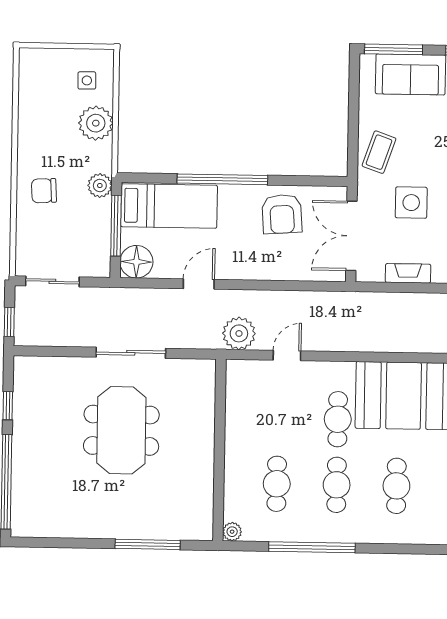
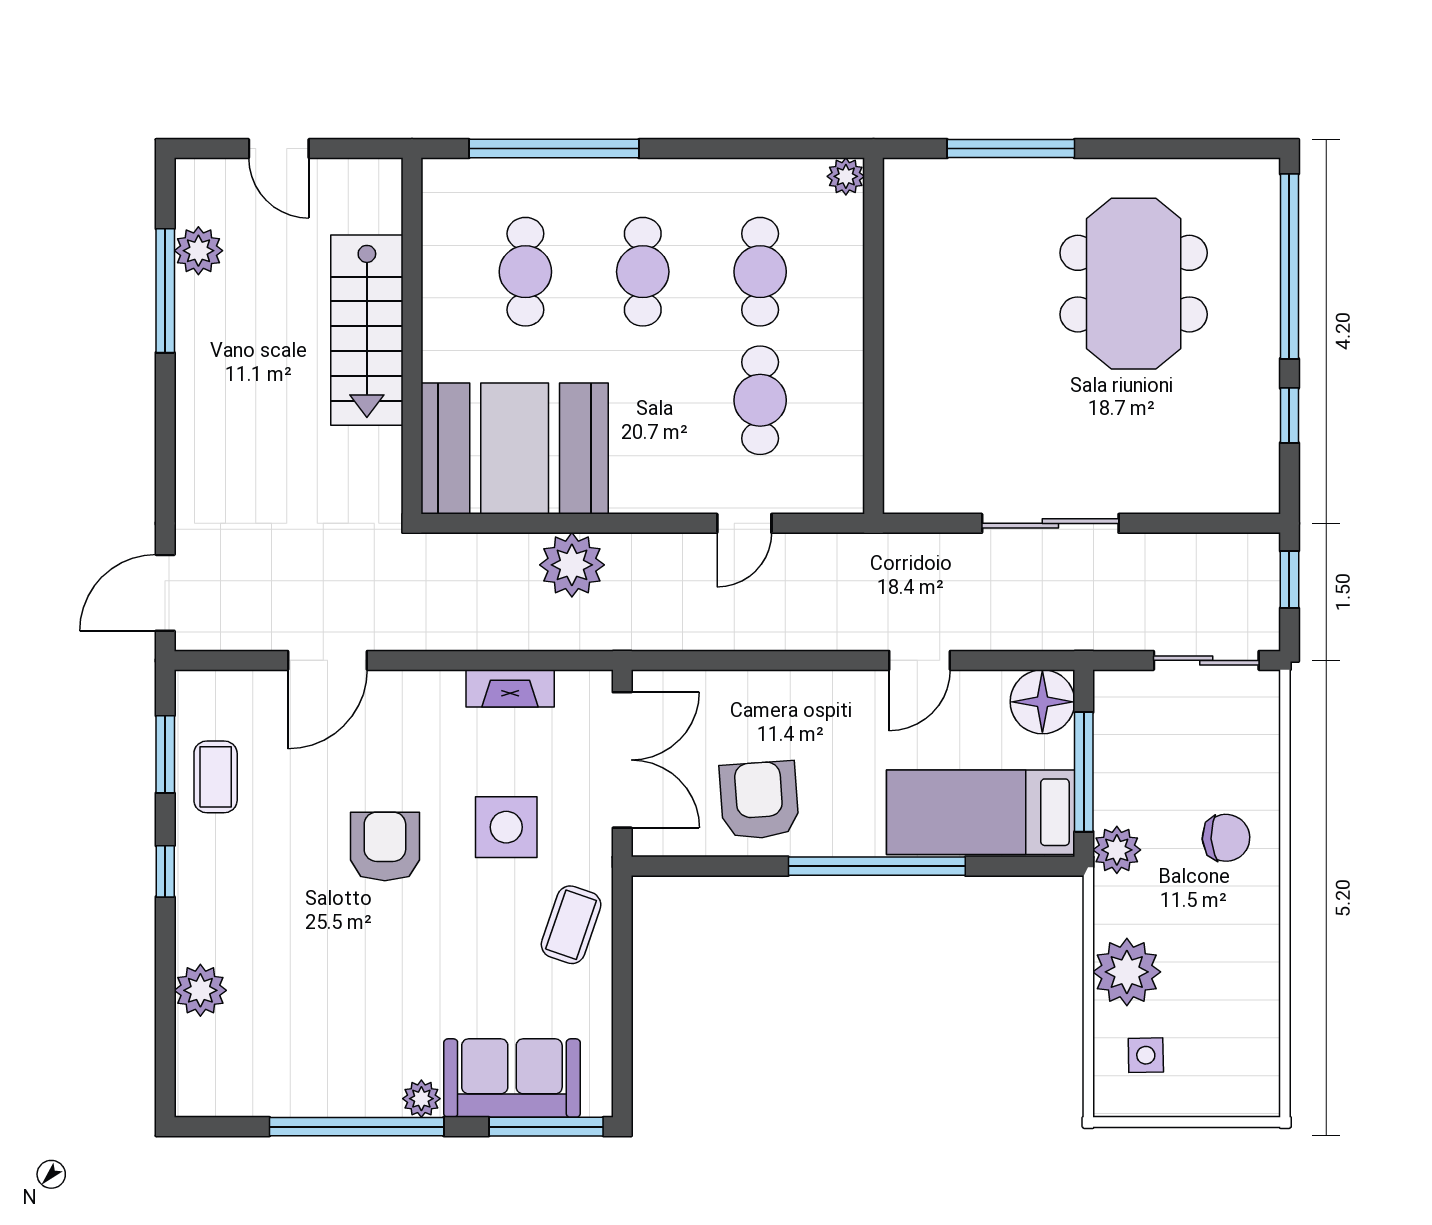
plant: (239, 333) -> (572, 565), moved
cafe table: (338, 419) -> (760, 400), moved
meeting table: (121, 430) -> (1134, 284), moved
window: (312, 547) -> (554, 149), moved

